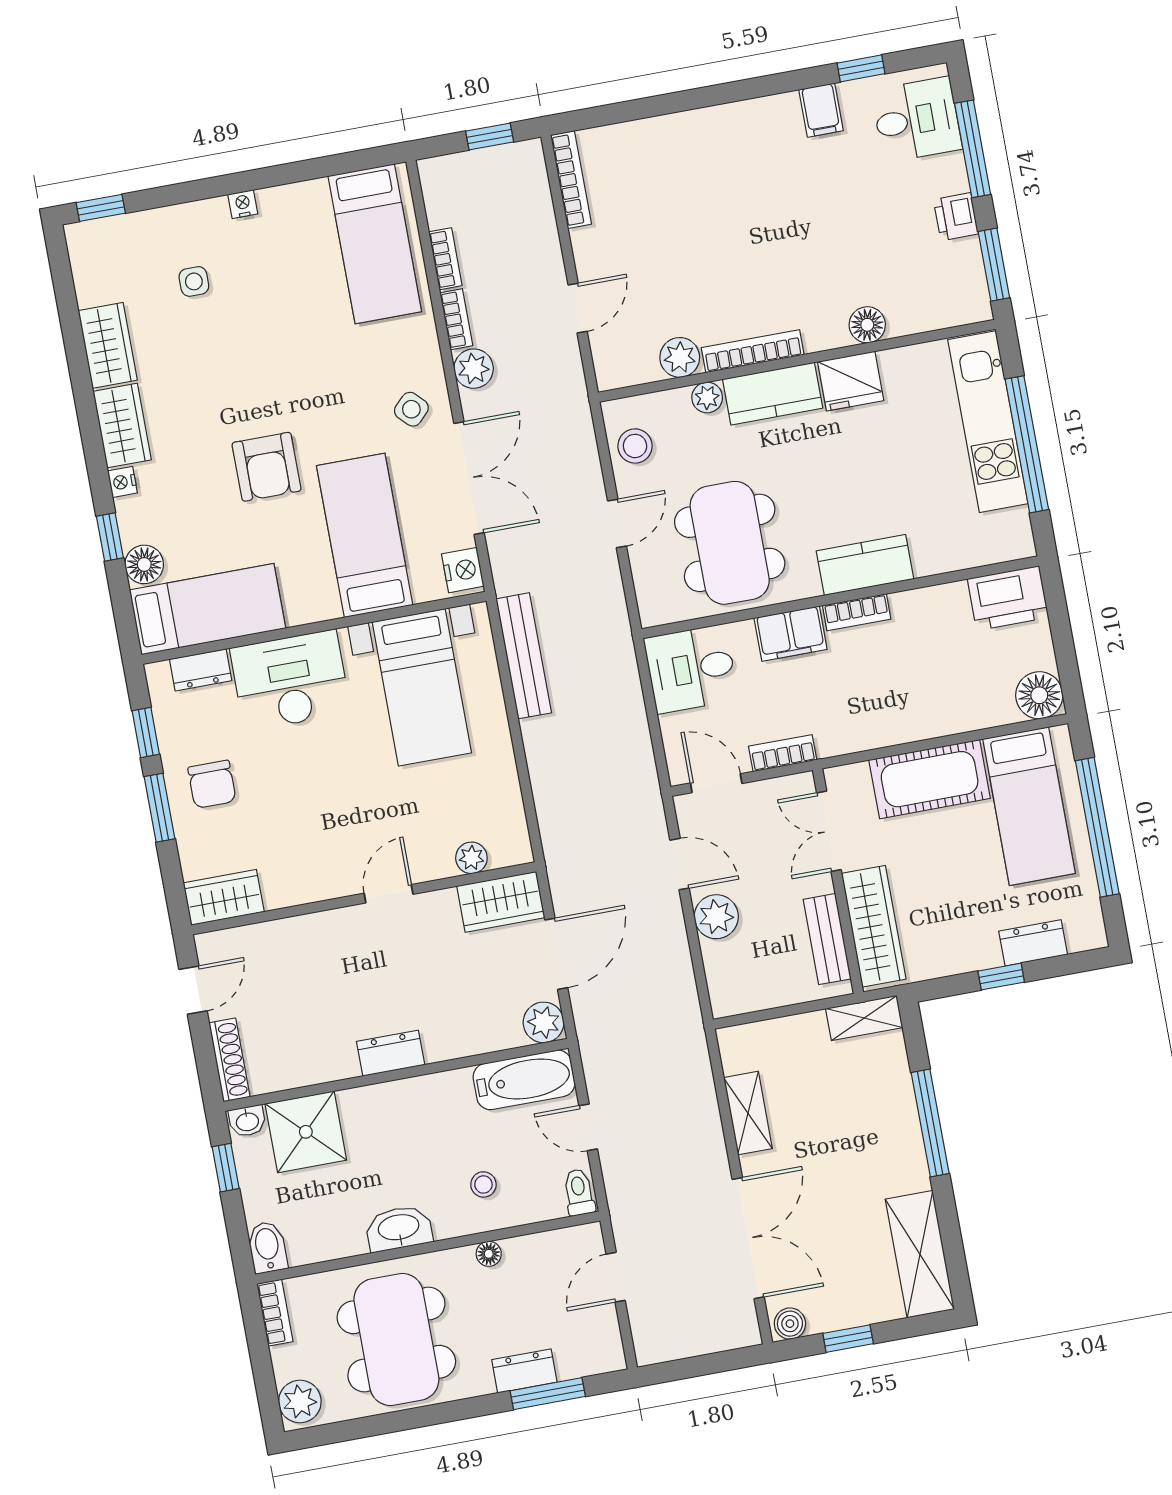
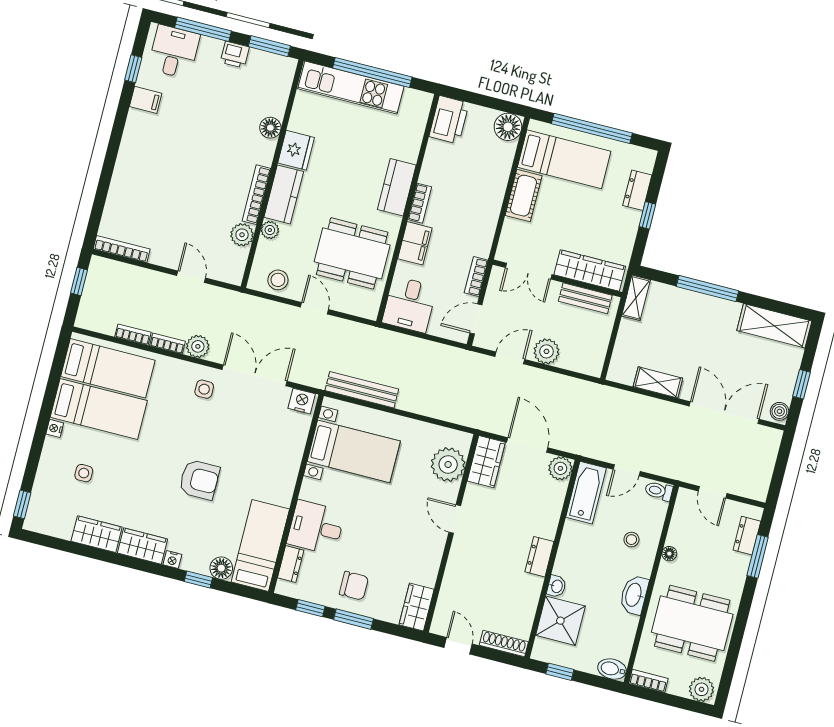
side table: (411, 409) -> (204, 389), turned 45
bed: (365, 535) -> (99, 409), moved, turned 180
desk: (290, 680) -> (316, 527), width x0.73
cot: (930, 779) -> (524, 196), width x0.73, depth x0.75
plant: (471, 858) -> (448, 464), width x1.87, depth x1.87
washbasin: (247, 1121) -> (556, 586), moved
dresser: (524, 1371) -> (747, 536), moved

